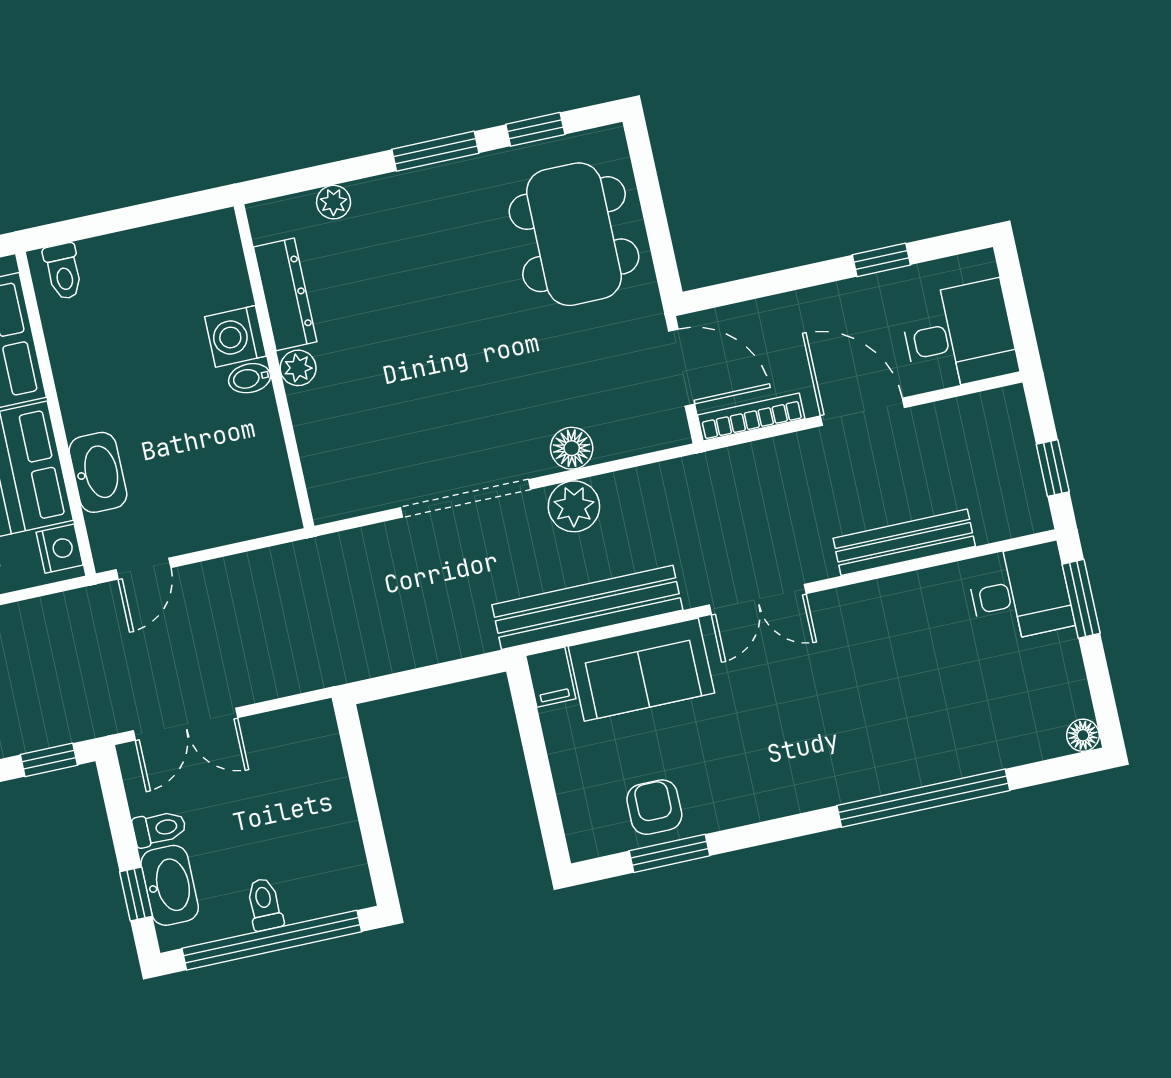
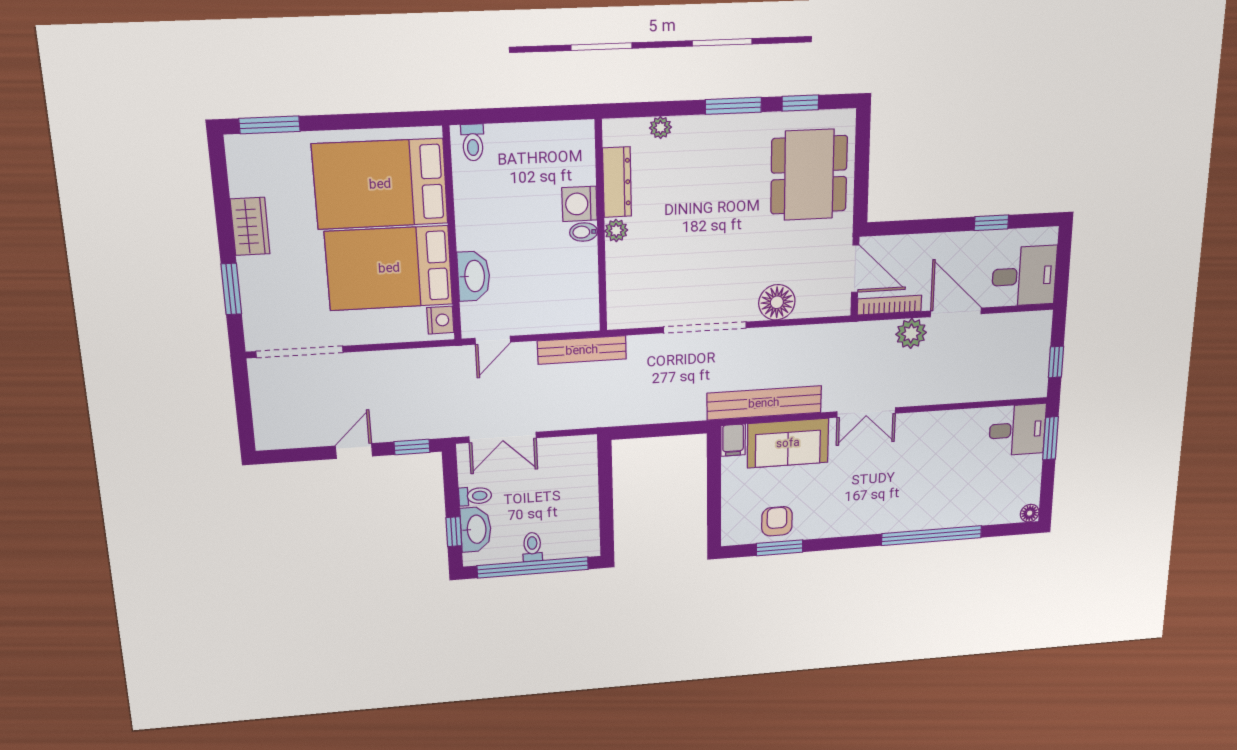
floor lamp: (572, 448) -> (777, 302), width x1.38, depth x1.38
plant: (574, 506) -> (911, 333), moved
bench: (904, 542) -> (582, 350), moved

